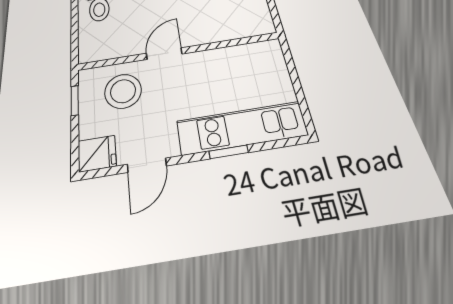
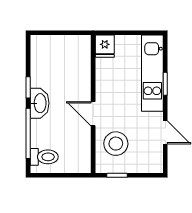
fridge: (97, 153) -> (105, 46), moved, turned 180

